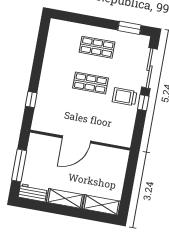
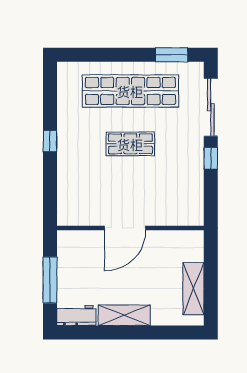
shop shelf: (97, 47) -> (130, 91), width x2.00, depth x1.36
trolley: (125, 97) -> (183, 155), removed
window: (31, 99) -> (50, 141), moved
shelving: (101, 205) -> (193, 289), moved, turned 90

